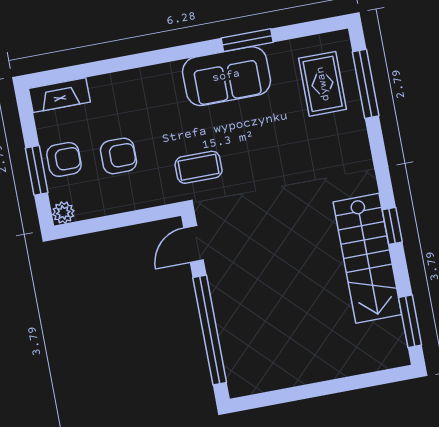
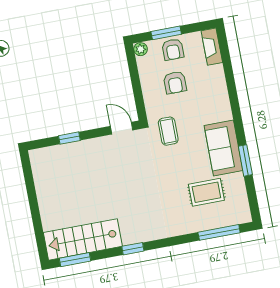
rug: (323, 84) -> (206, 192), moved
stairs: (367, 258) -> (83, 239), moved
window: (210, 330) -> (69, 138), width x0.32

